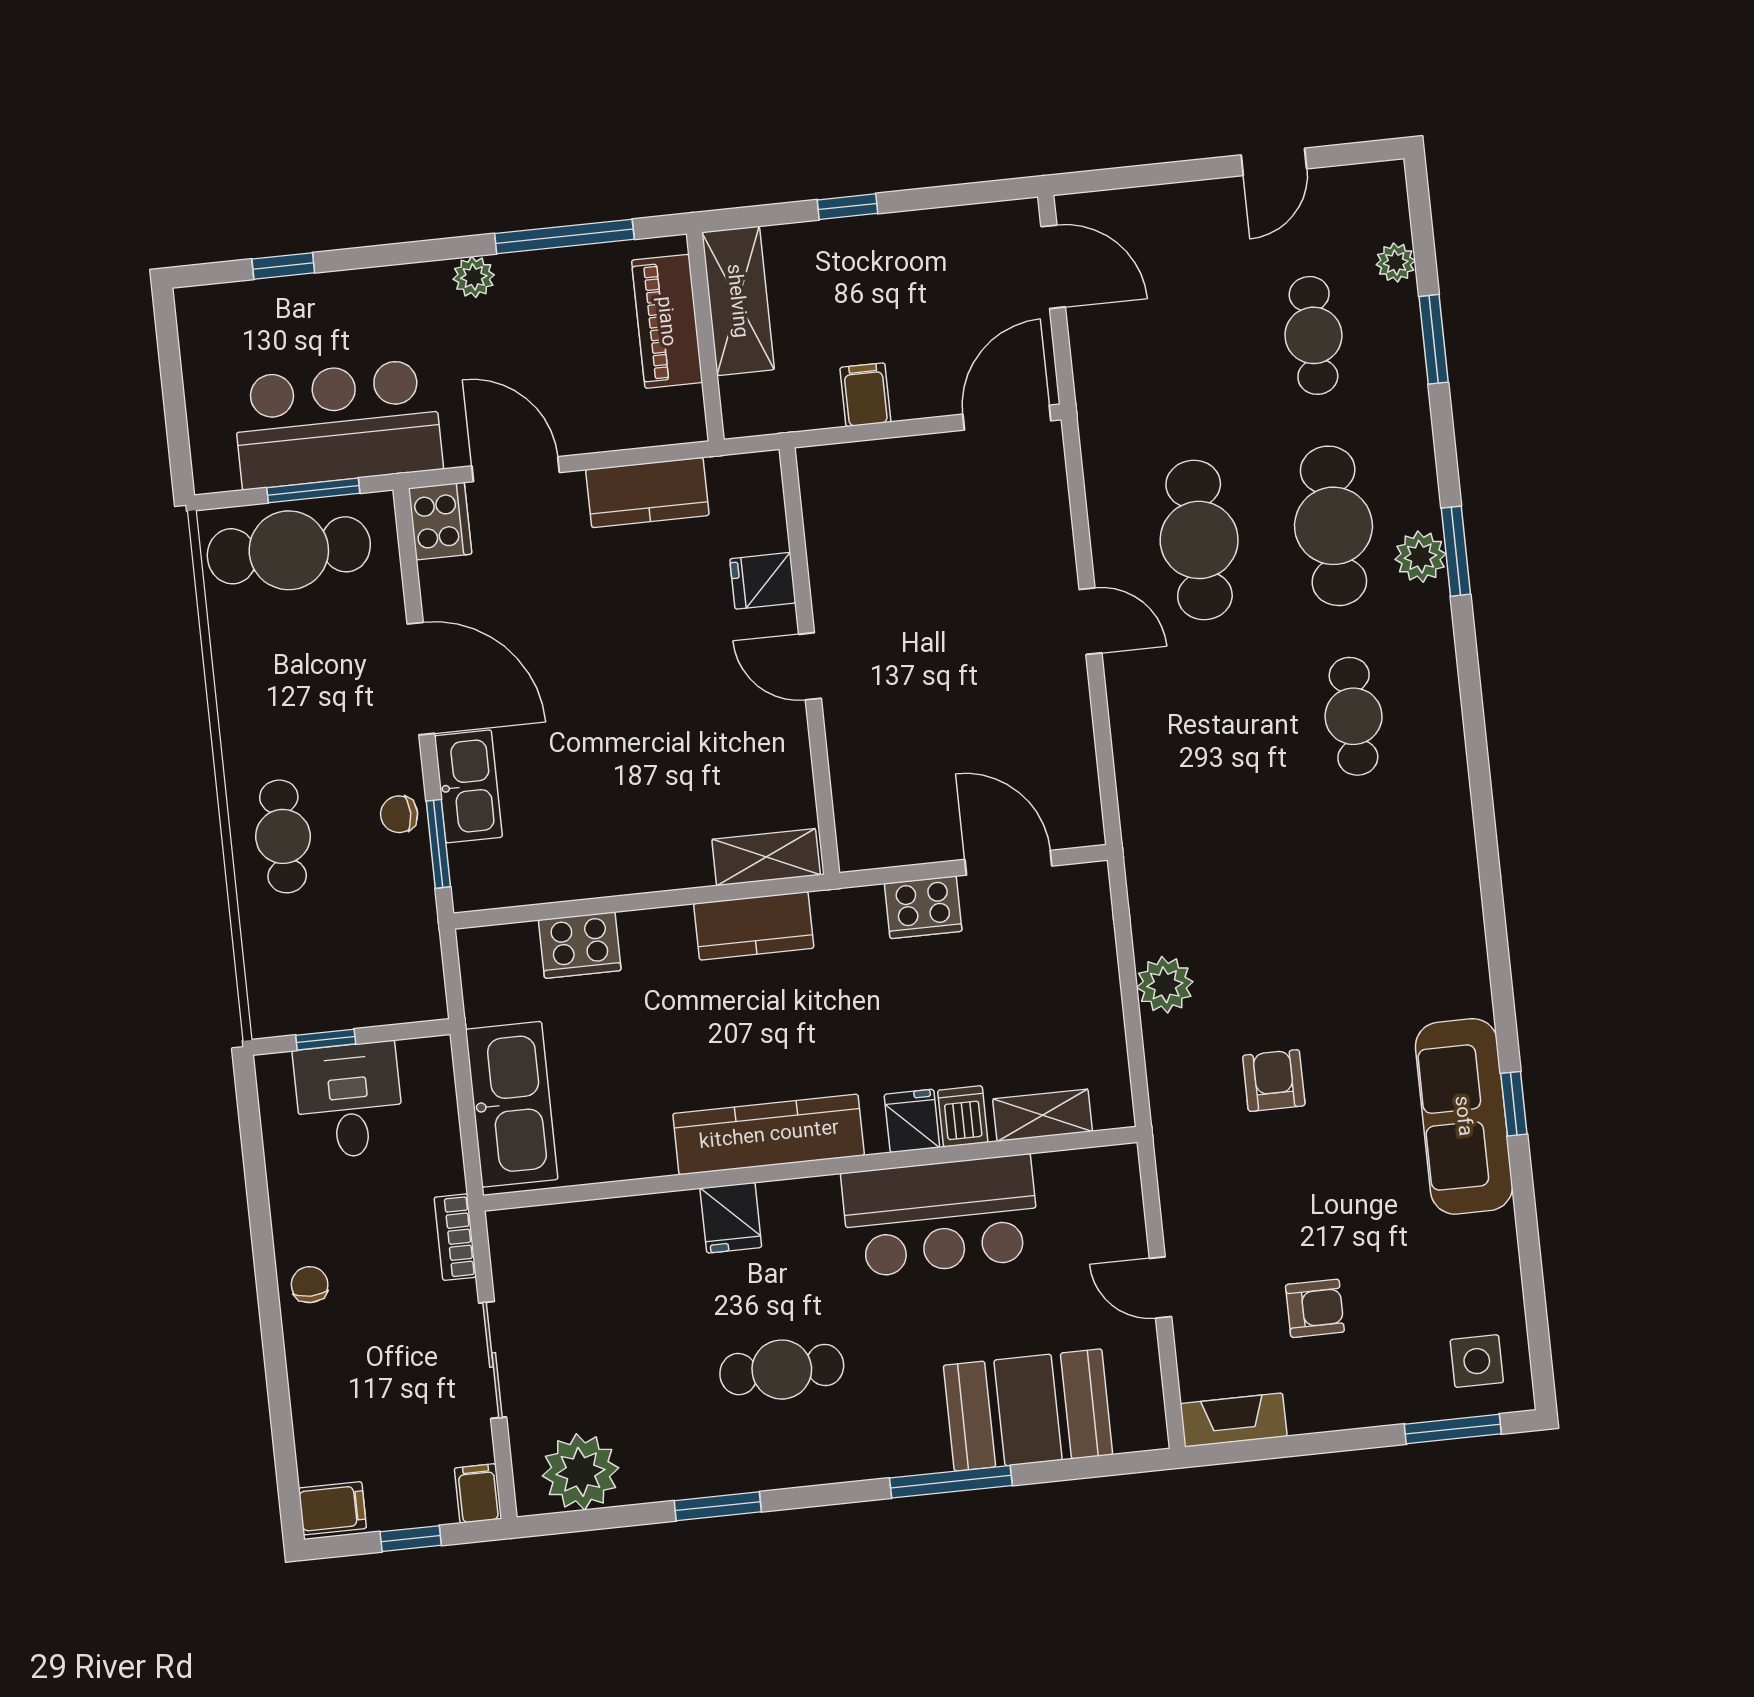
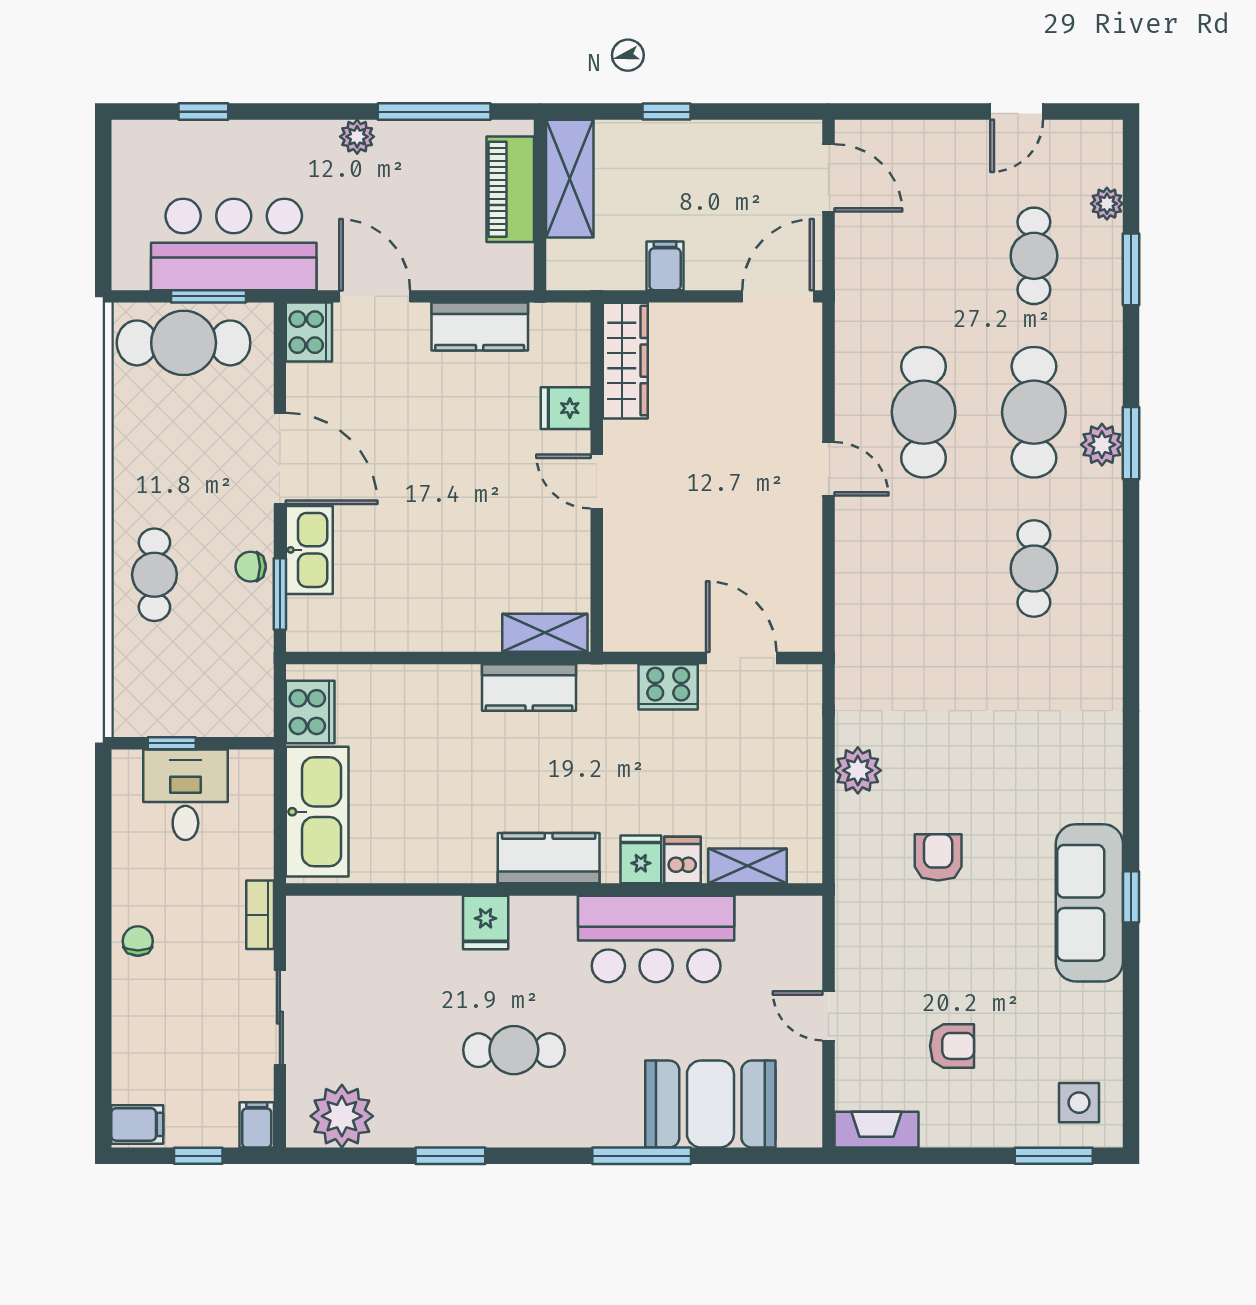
wardrobe: (829, 515) -> (625, 361), added
cooker: (580, 945) -> (310, 712), moved, turned -90
kitchen counter: (769, 1134) -> (549, 858), width x0.67

